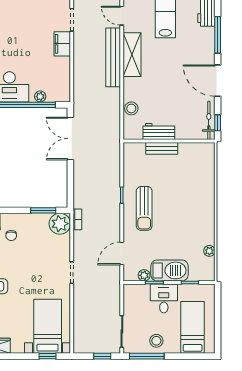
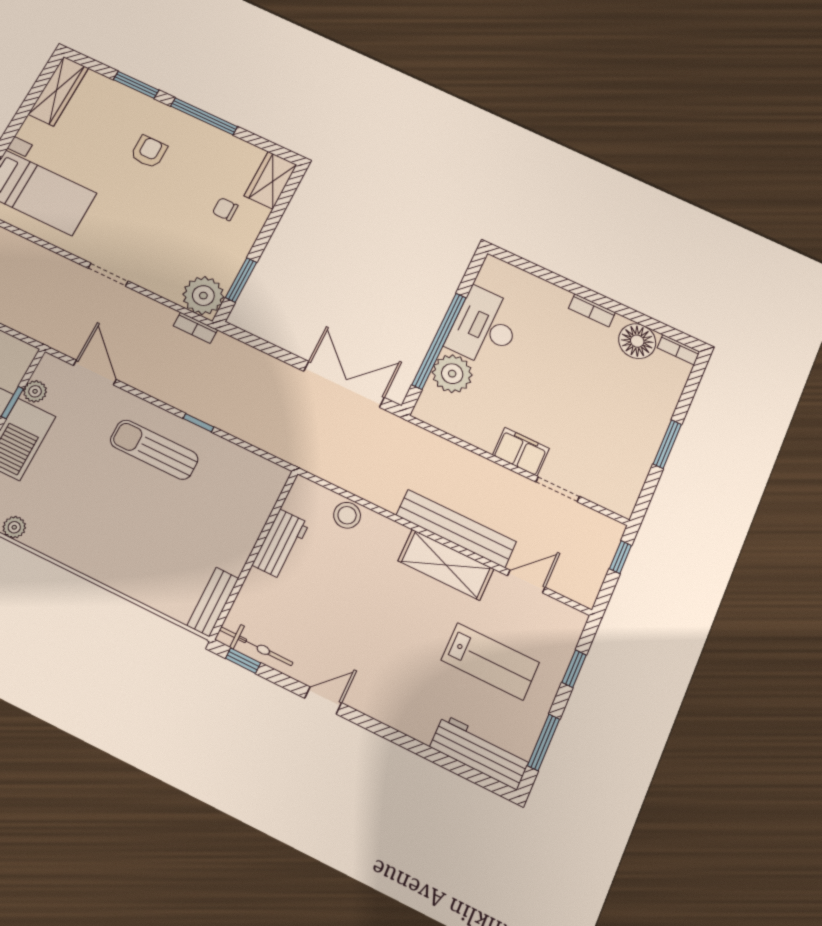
window: (218, 35) -> (411, 744), removed
door: (218, 81) -> (323, 700), width x0.53
plant: (40, 96) -> (452, 374), width x1.88, depth x1.88
bench: (162, 148) -> (213, 602), moved

